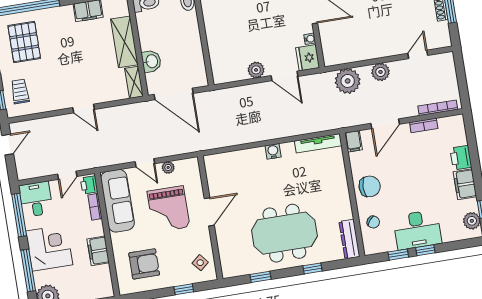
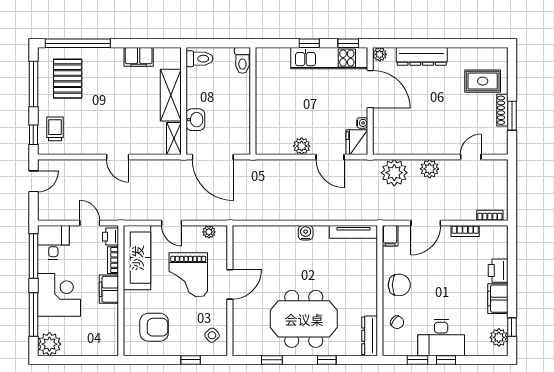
bookcase: (438, 108) -> (490, 215), width x0.64
plant: (168, 167) -> (209, 232), moved
door: (67, 175) -> (90, 223), swing flipped
filing cabinet: (98, 251) -> (109, 289), moved

